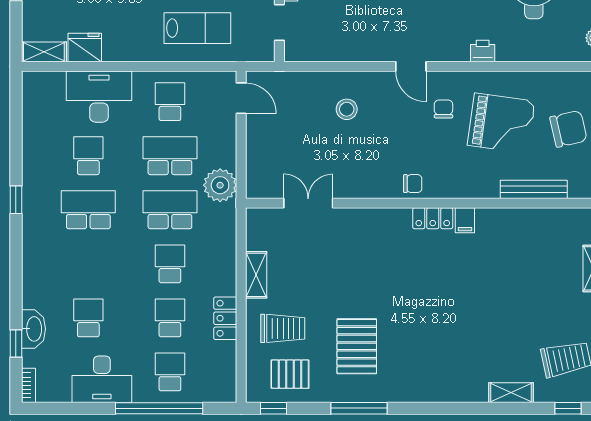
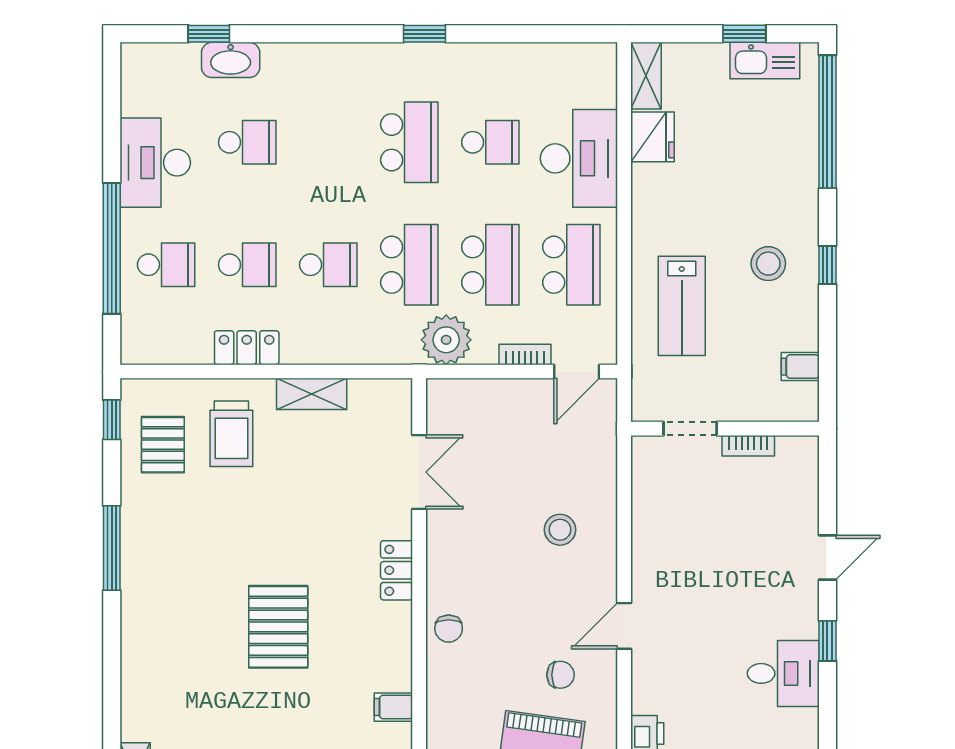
school desk: (170, 102) -> (571, 265), width x1.85
locker: (433, 218) -> (397, 570), moved
pallet: (357, 346) -> (278, 627), moved, turned 90
bookcase: (28, 385) -> (525, 354), moved, turned 180

